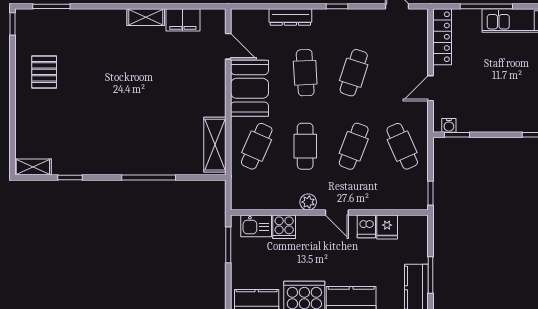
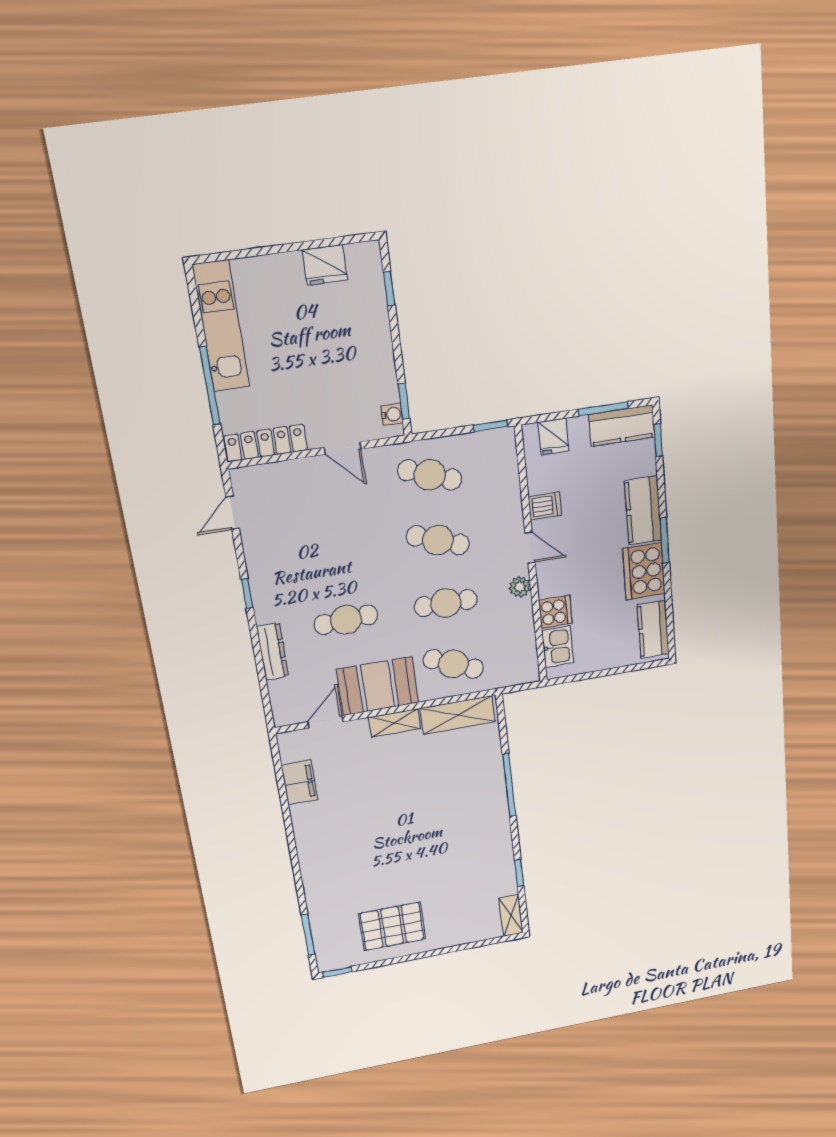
shelving: (146, 17) -> (395, 723), moved, turned 90
pallet: (44, 72) -> (392, 926), width x1.50, depth x1.42
cafe table: (354, 73) -> (336, 556), removed
cafe table: (402, 146) -> (430, 475), turned 45
door: (337, 213) -> (530, 548), hinge flipped
fridge: (387, 227) -> (553, 437), moved, turned 90
window: (228, 245) -> (585, 676), removed

